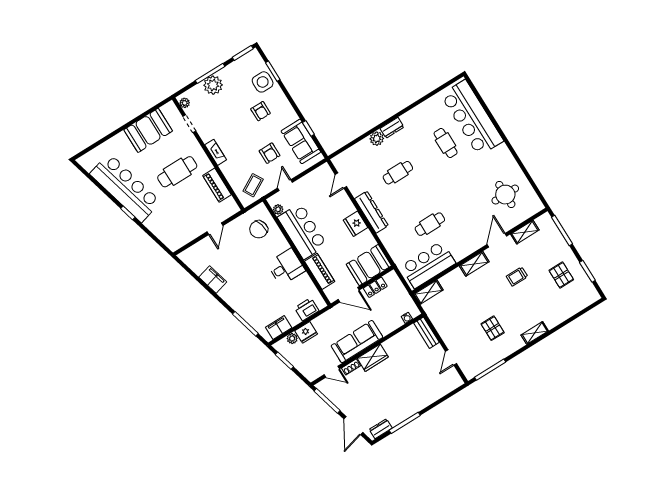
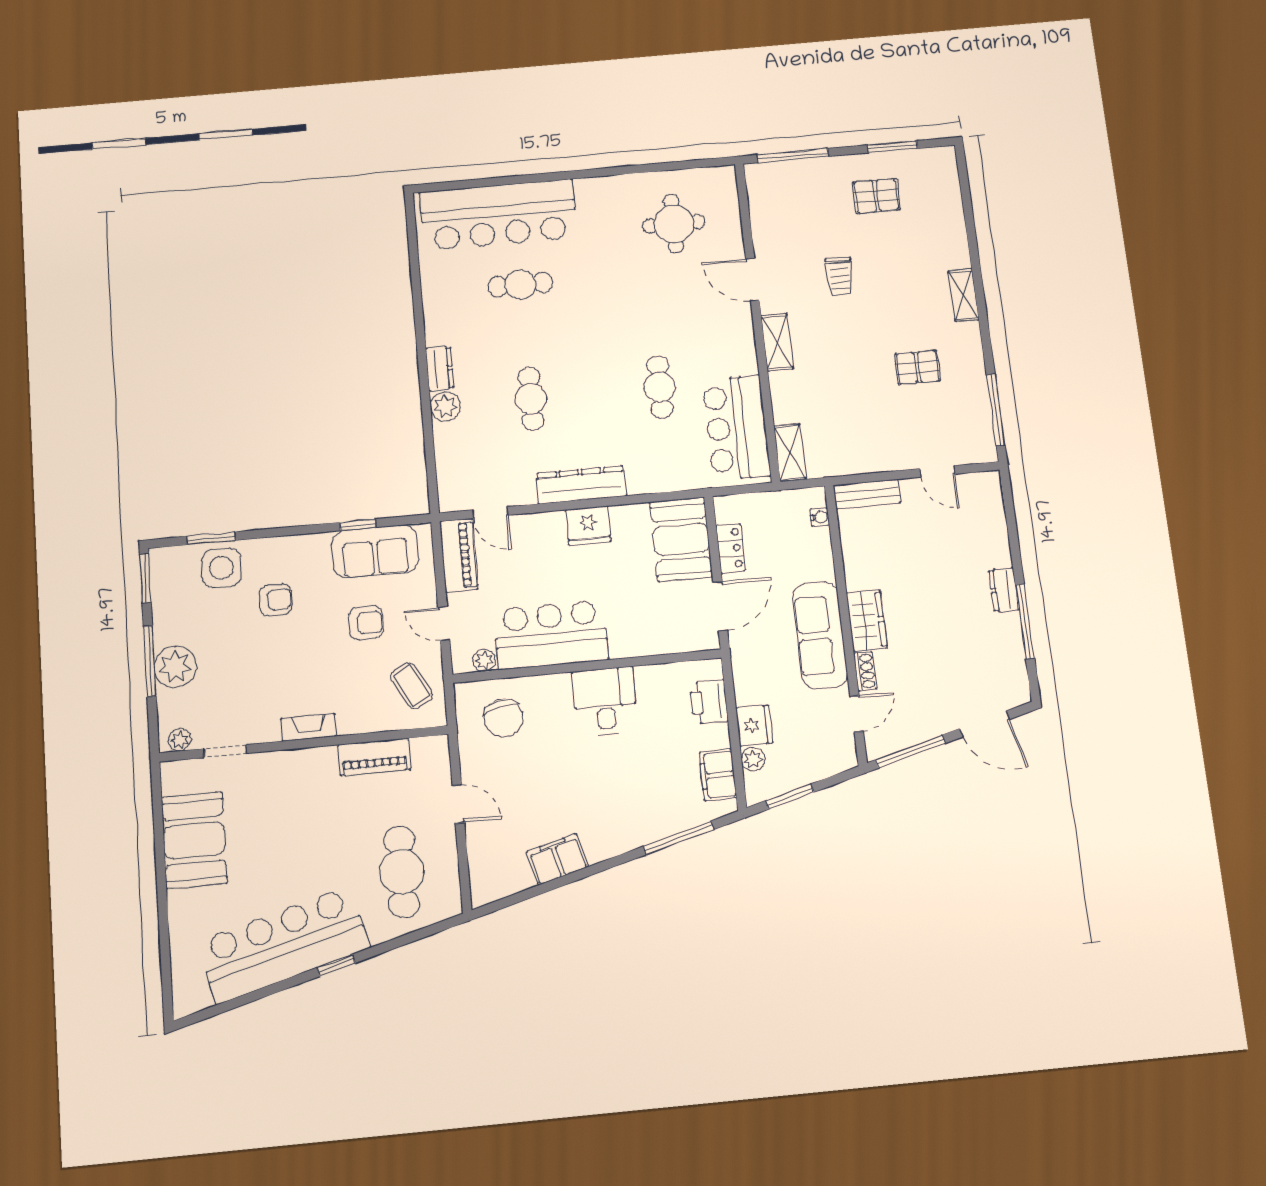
cafe table: (177, 172) -> (402, 872), moved
shelving: (525, 232) -> (762, 222), removed
piano: (320, 271) -> (459, 555), moved, turned 90
dresser: (381, 429) -> (1004, 590), moved

